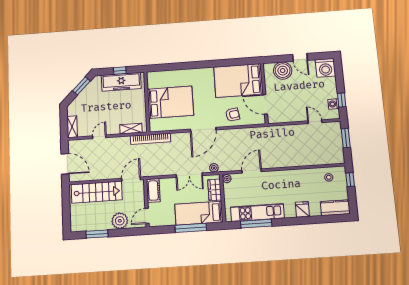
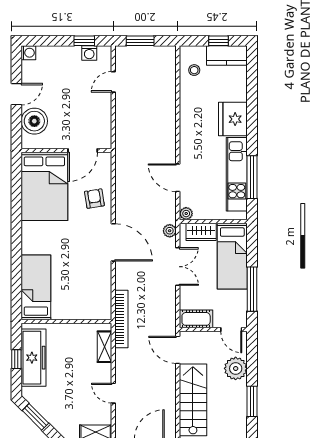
washing machine: (325, 68) -> (28, 53), width x0.53, depth x0.53
bed: (170, 102) -> (36, 287), moved, width x0.67
window: (350, 180) -> (219, 41), moved
kitchen counter: (335, 208) -> (226, 55), moved, turned -90
fridge: (302, 209) -> (233, 119), width x1.88, depth x1.34
window: (191, 228) -> (252, 289), moved

